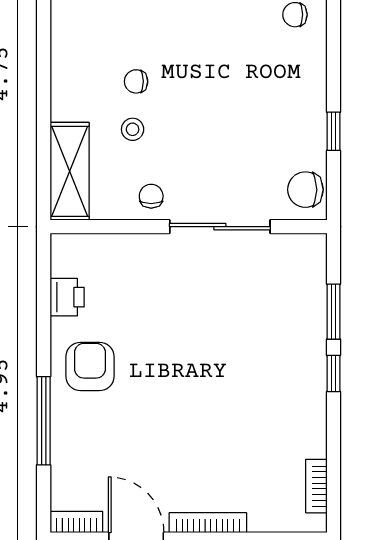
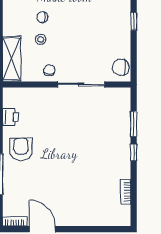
window: (333, 131) -> (134, 21), moved
bookcase: (316, 486) -> (126, 192), moved
bookcase: (208, 523) -> (76, 222), removed

